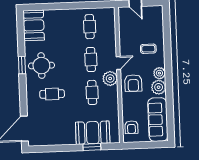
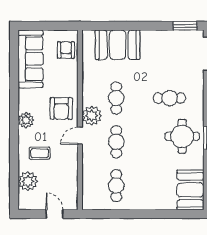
armchair: (133, 83) -> (61, 108), turned 180
plant: (159, 87) -> (28, 181), moved
window: (92, 147) -> (185, 26), moved

